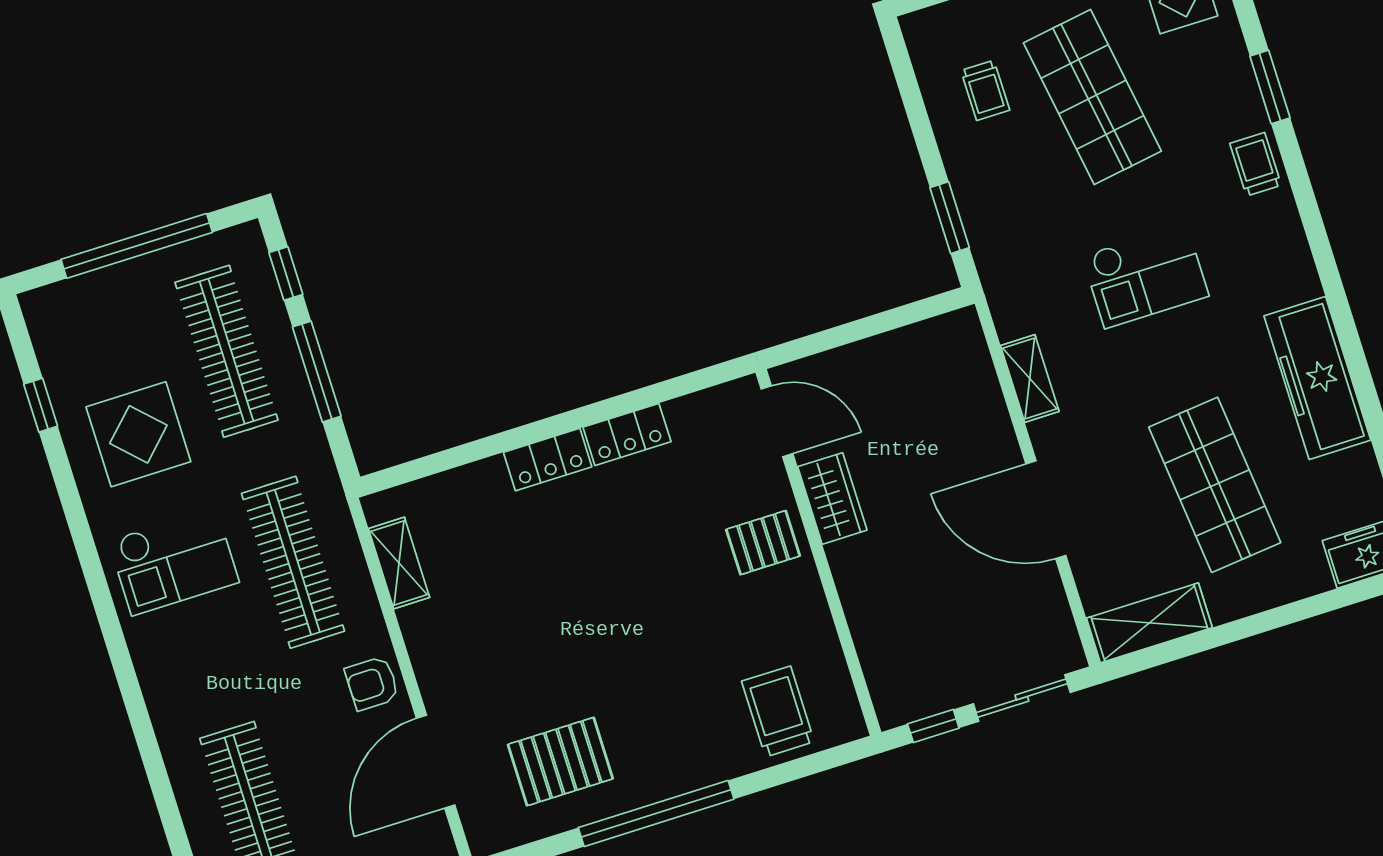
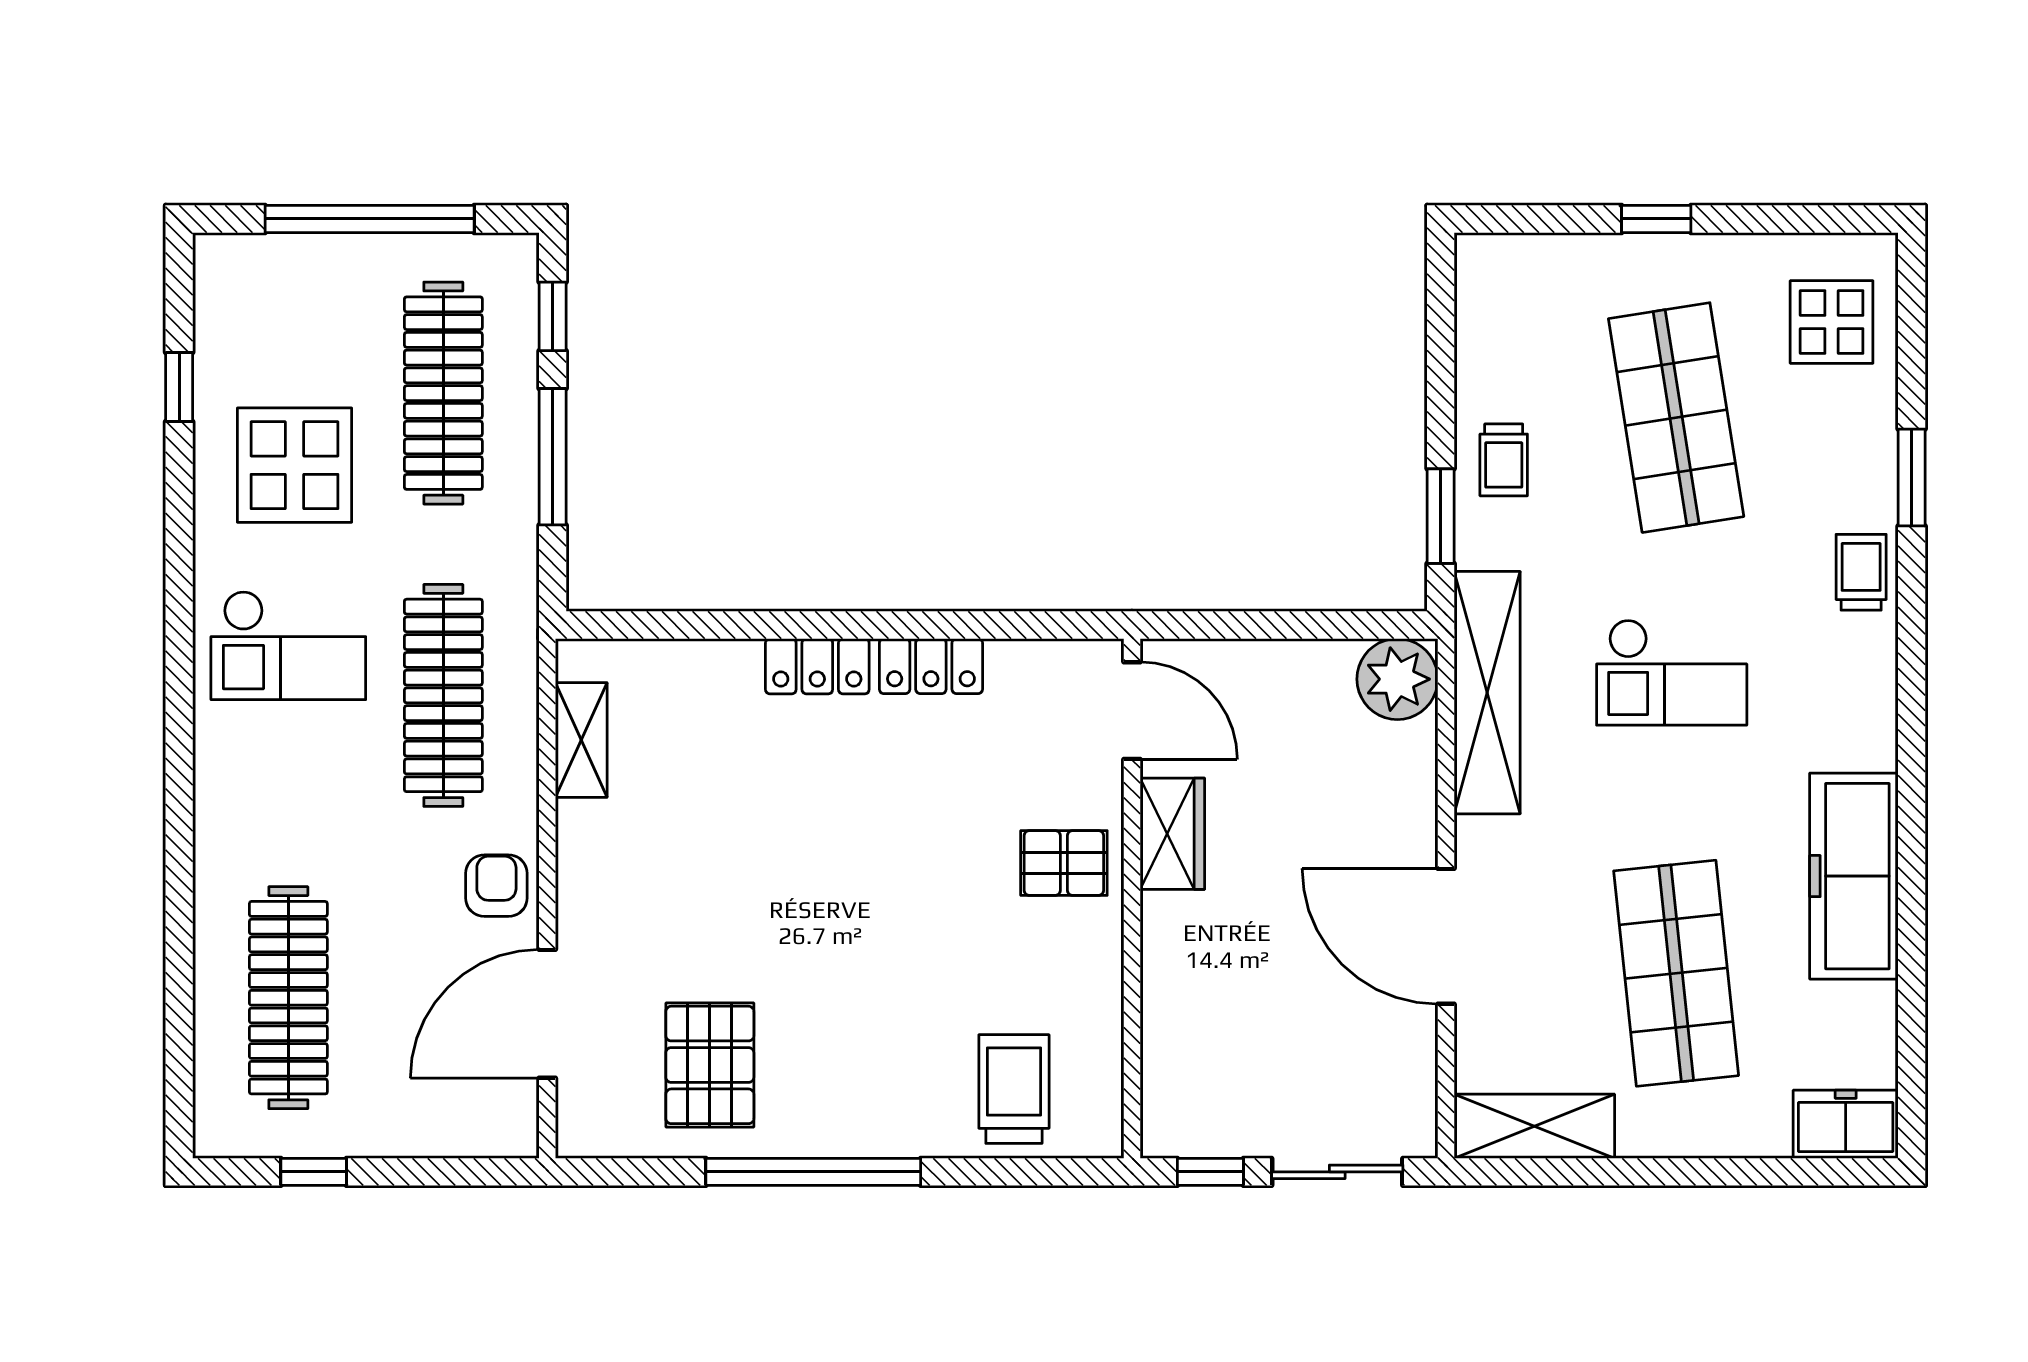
trolley: (985, 90) -> (1504, 460), moved
plant: (955, 341) -> (1397, 679), added
shelving: (1030, 378) -> (1487, 693), width x2.20, depth x1.33
armchair: (372, 683) -> (496, 886), turned 90
pallet: (560, 762) -> (710, 1065), turned 90

